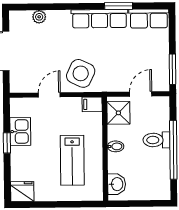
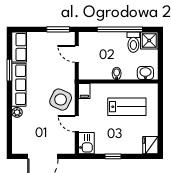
plant: (39, 17) -> (17, 112), moved
shower: (118, 113) -> (149, 41), moved
kitchen sink: (20, 132) -> (86, 143), moved, turned 90
toilet: (157, 140) -> (133, 42), moved

